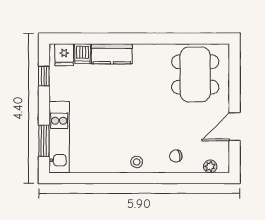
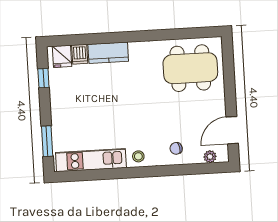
dining table: (195, 74) -> (190, 68), turned 90
door: (235, 127) -> (232, 130), moved
kitchen unit: (59, 137) -> (91, 160), moved, turned -90

